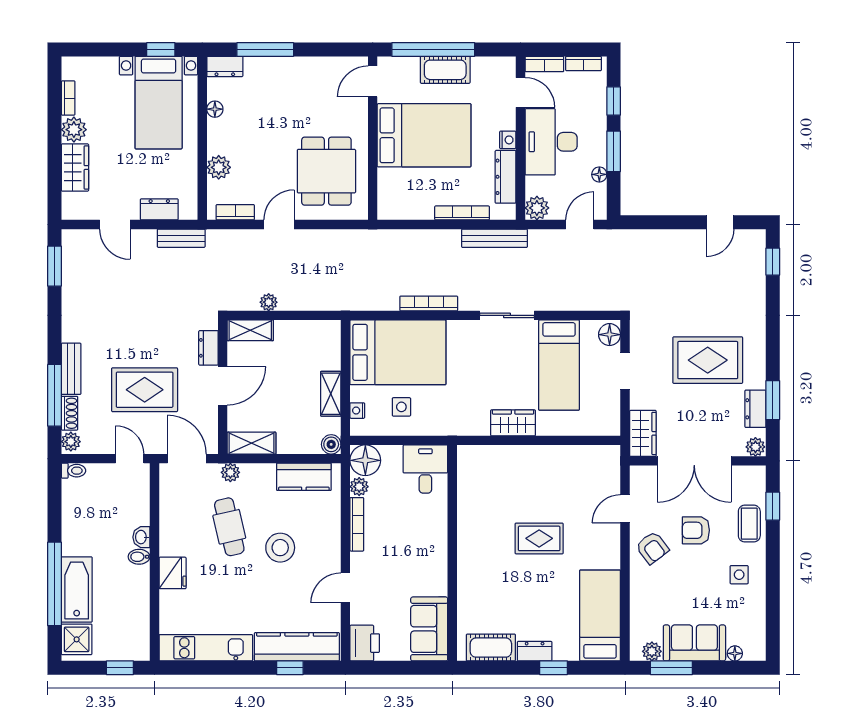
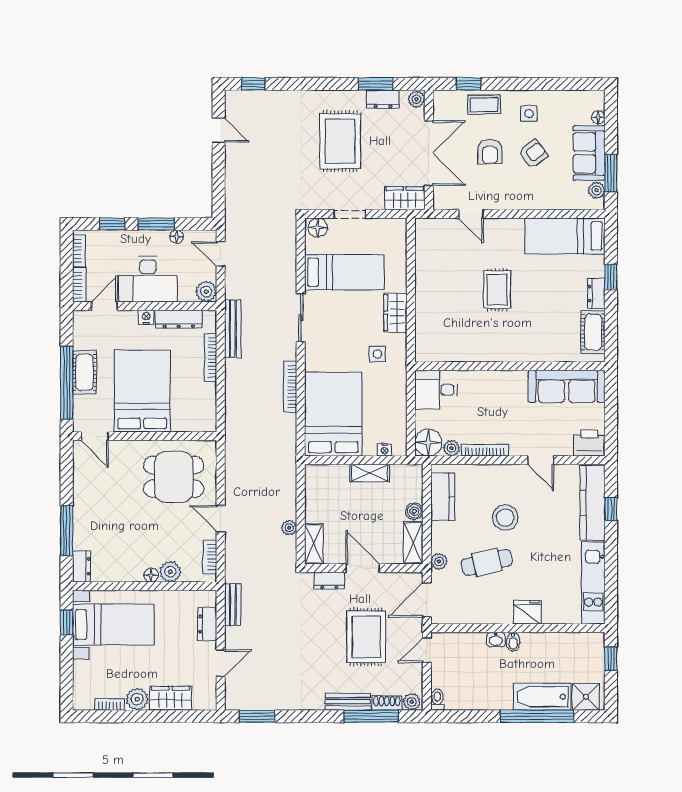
floor lamp: (215, 109) -> (151, 575), moved
side table: (401, 407) -> (377, 354), moved
boiler: (331, 444) -> (414, 511), moved
armchair: (652, 548) -> (533, 154), moved
sofa: (429, 629) -> (567, 386), width x1.36

